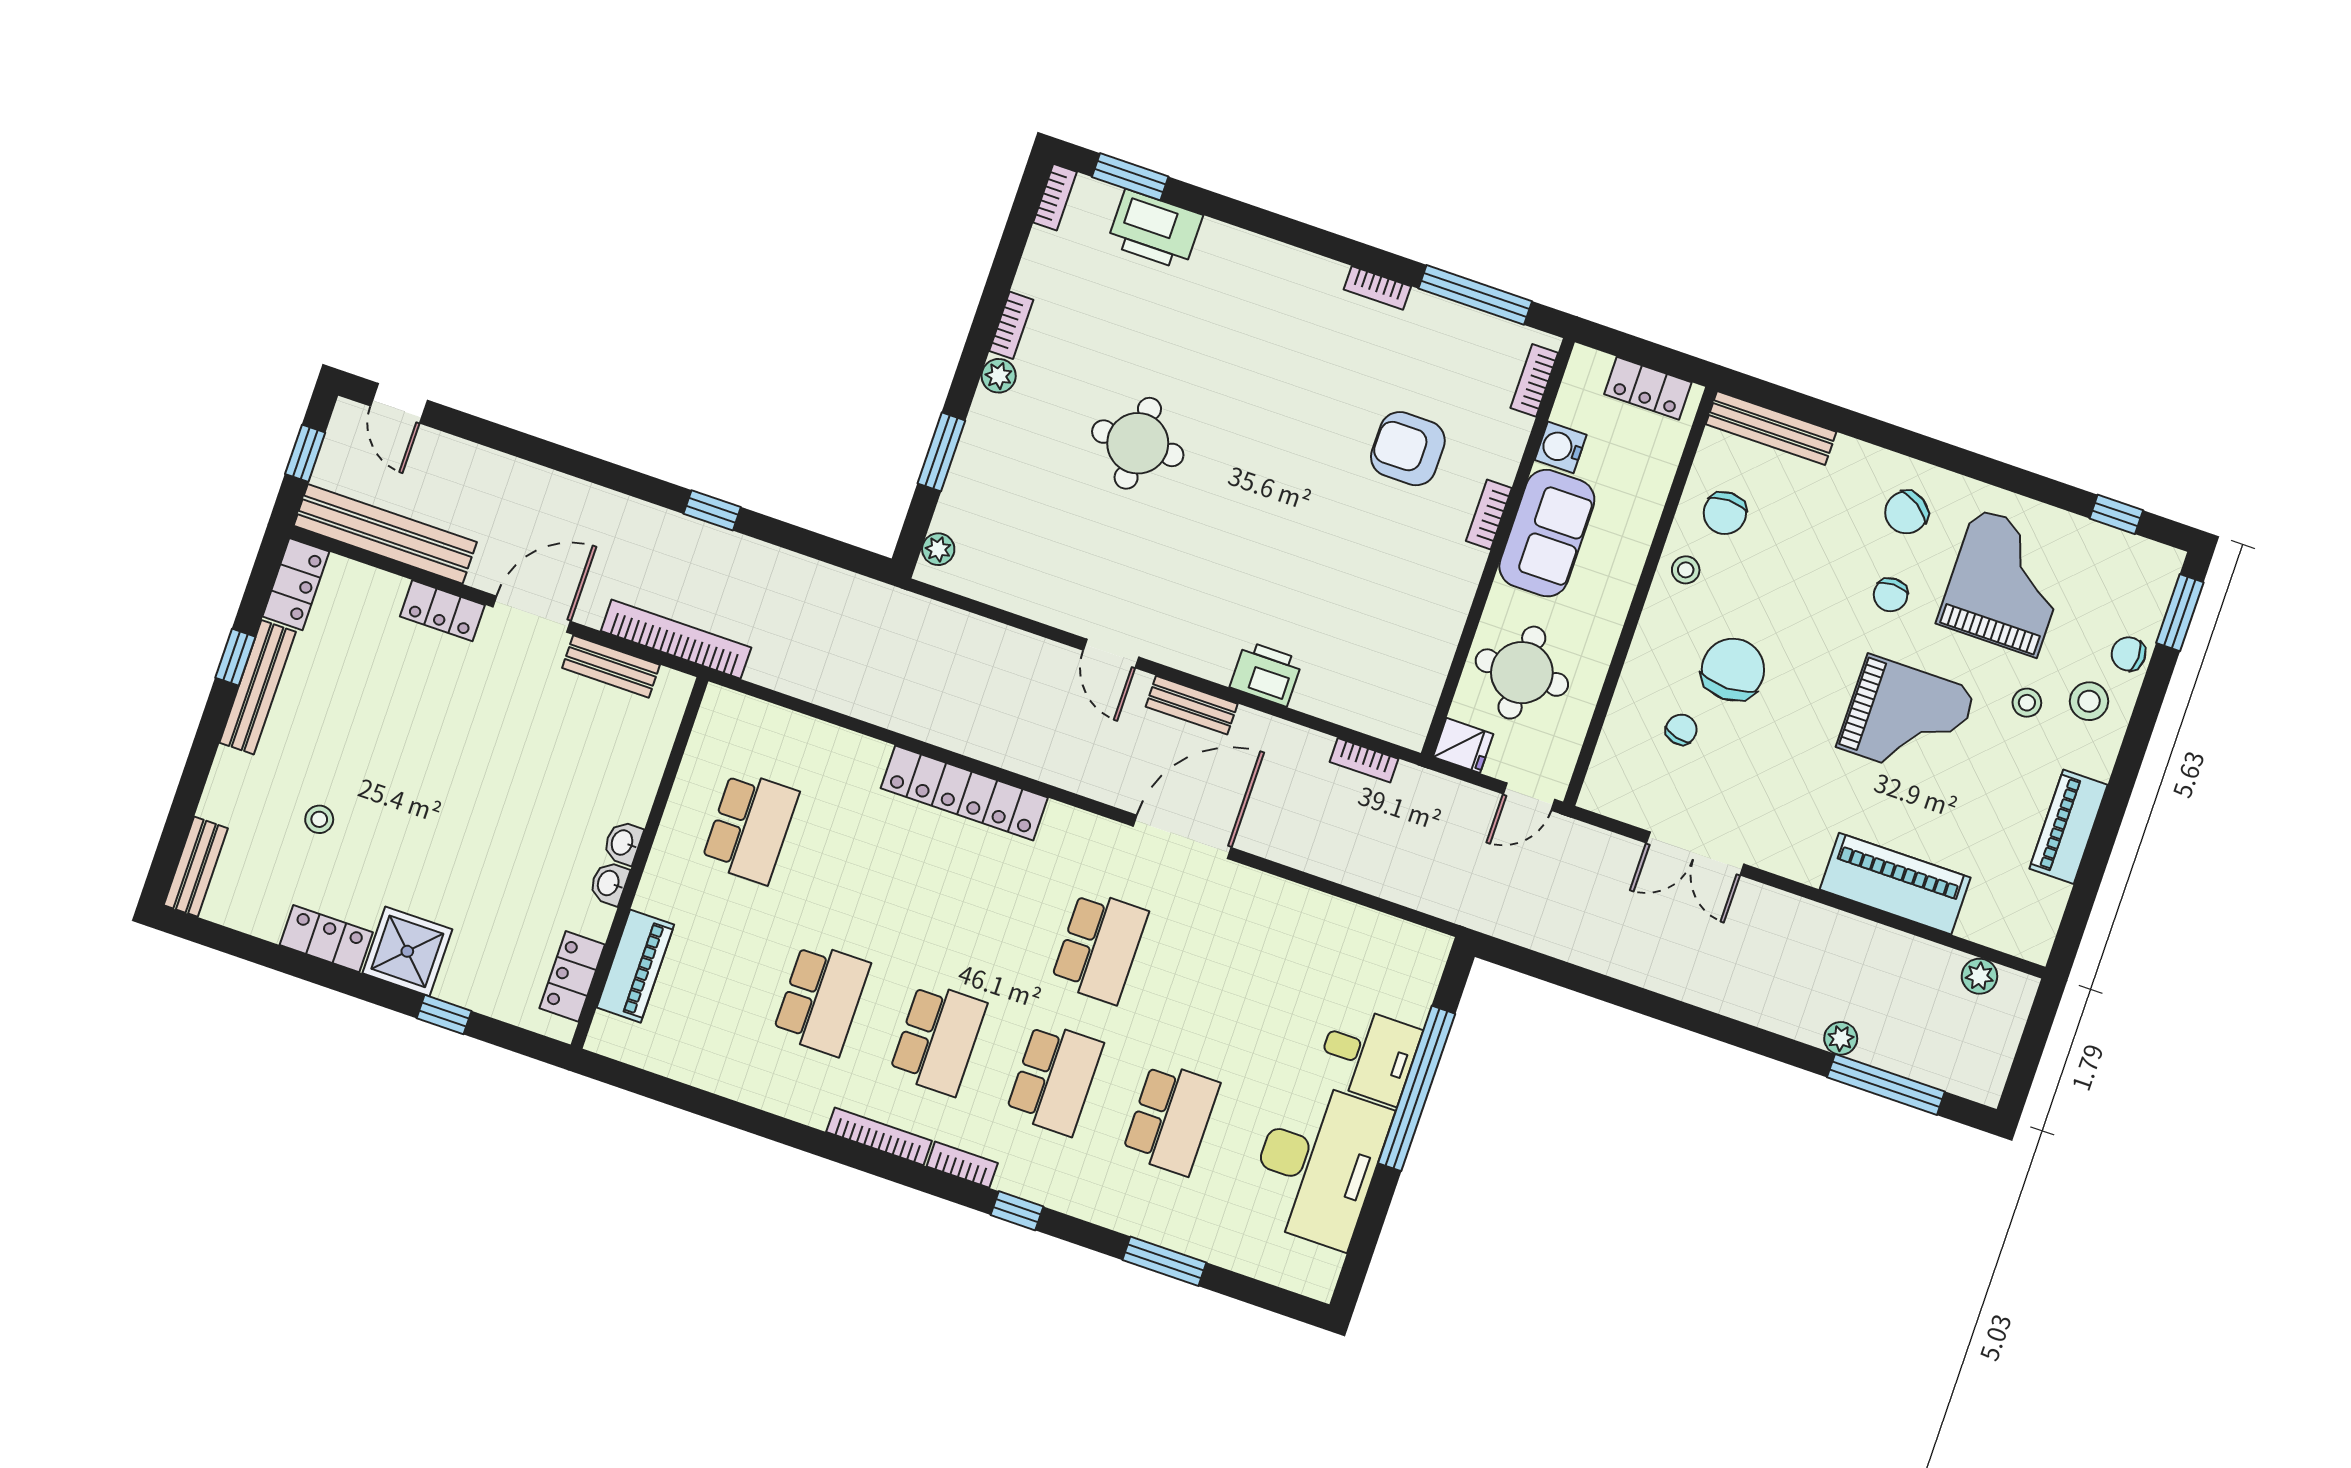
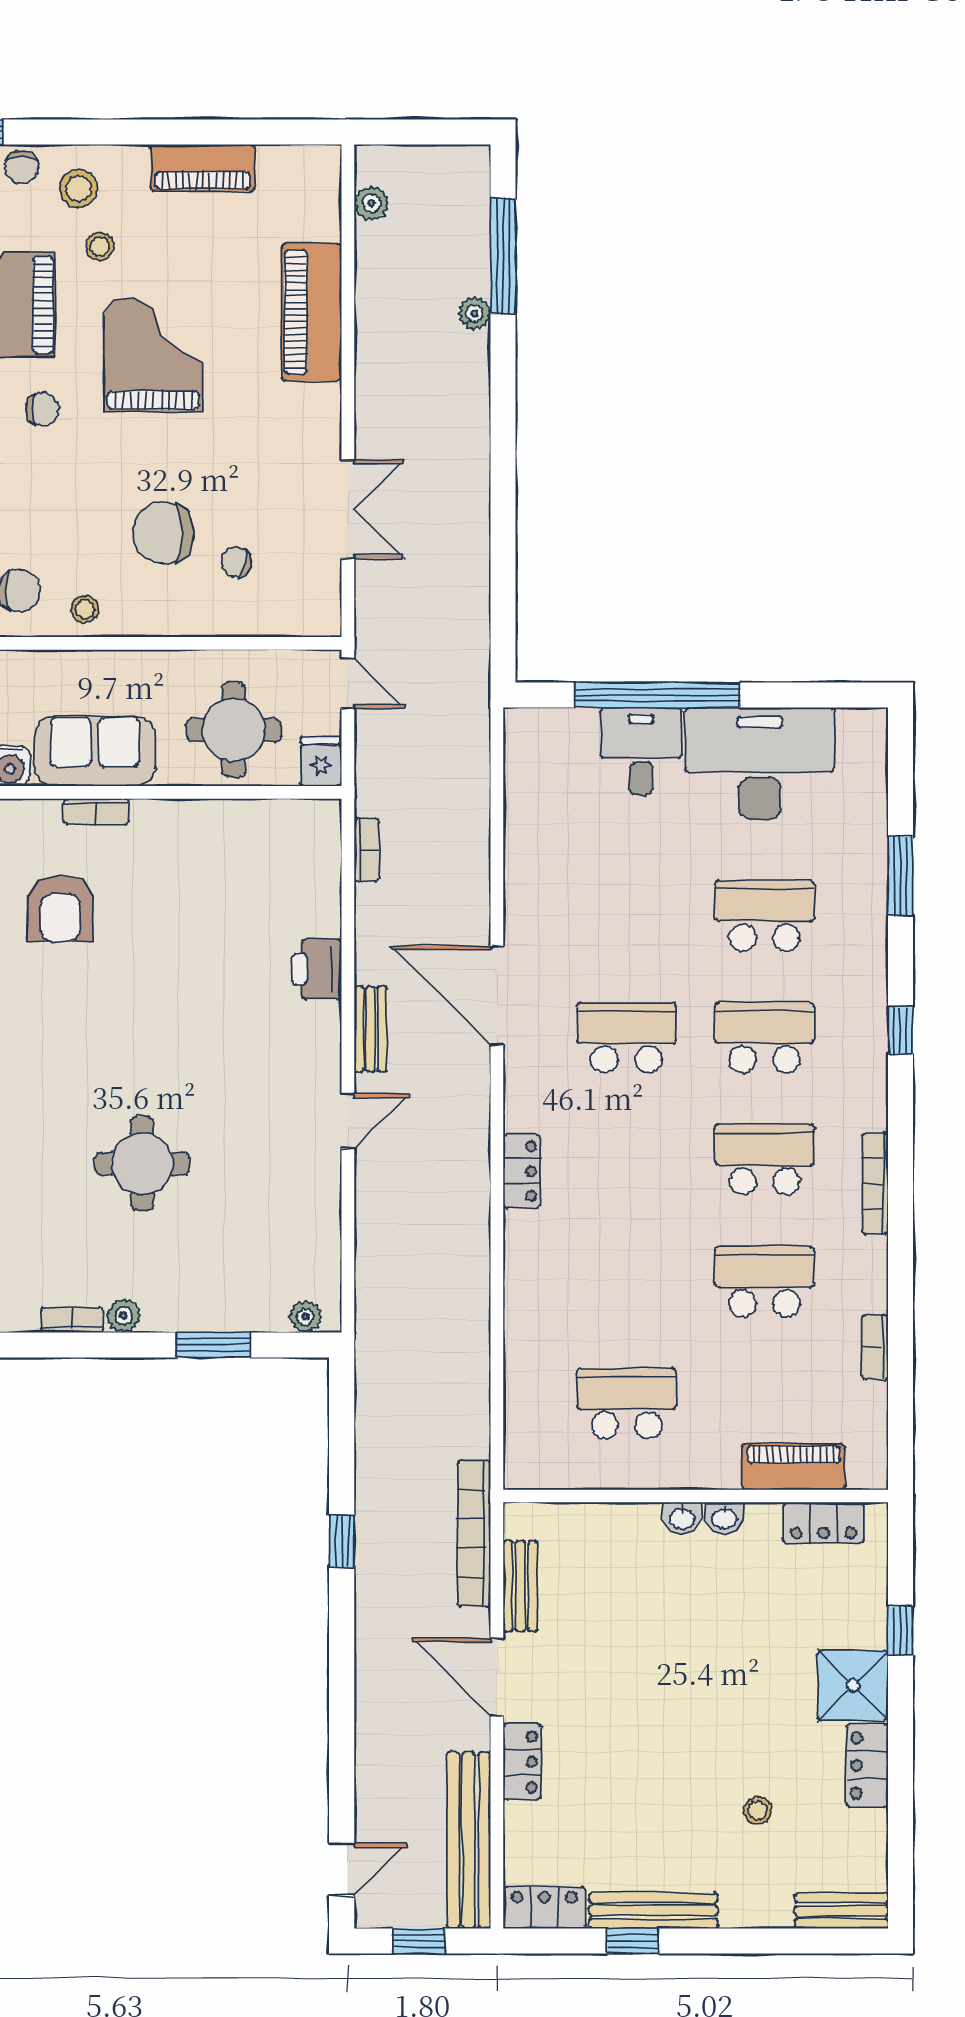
locker: (964, 793) -> (522, 1171), width x0.46, depth x0.83
bookcase: (962, 1165) -> (875, 1347), moved

